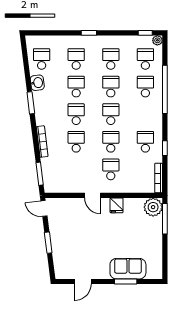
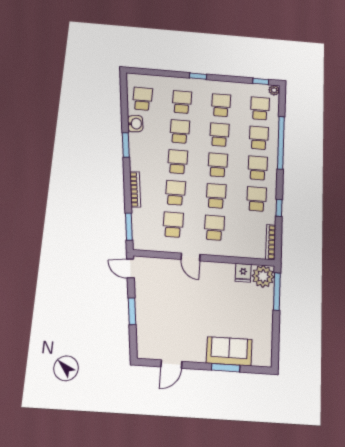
school desk: (145, 114) -> (258, 168), added
school desk: (76, 169) -> (173, 225), added
fridge: (117, 205) -> (243, 273), moved

